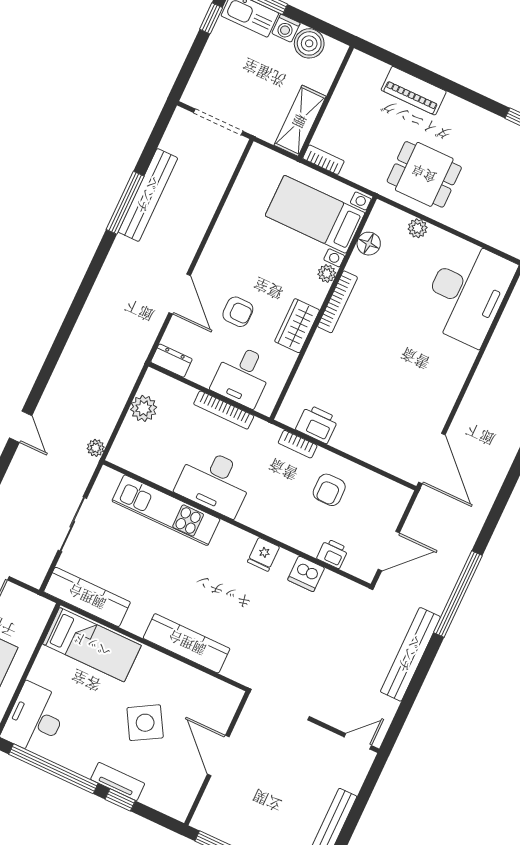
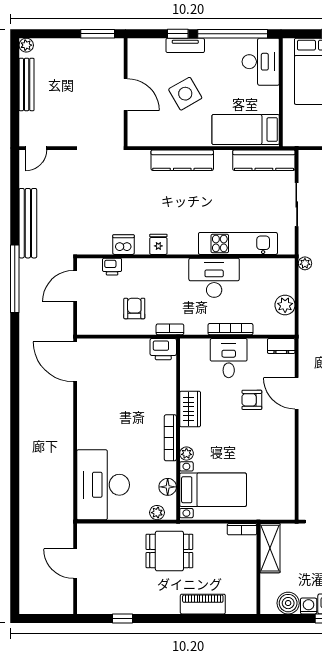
bed with nightstands: (315, 214) -> (213, 490), moved
floor lamp: (369, 244) -> (168, 487), moved
plant: (327, 274) -> (186, 454), moved
bookcase: (338, 302) -> (170, 438), moved
wall: (323, 308) -> (178, 429), moved
wardrobe: (297, 326) -> (190, 409), moved

